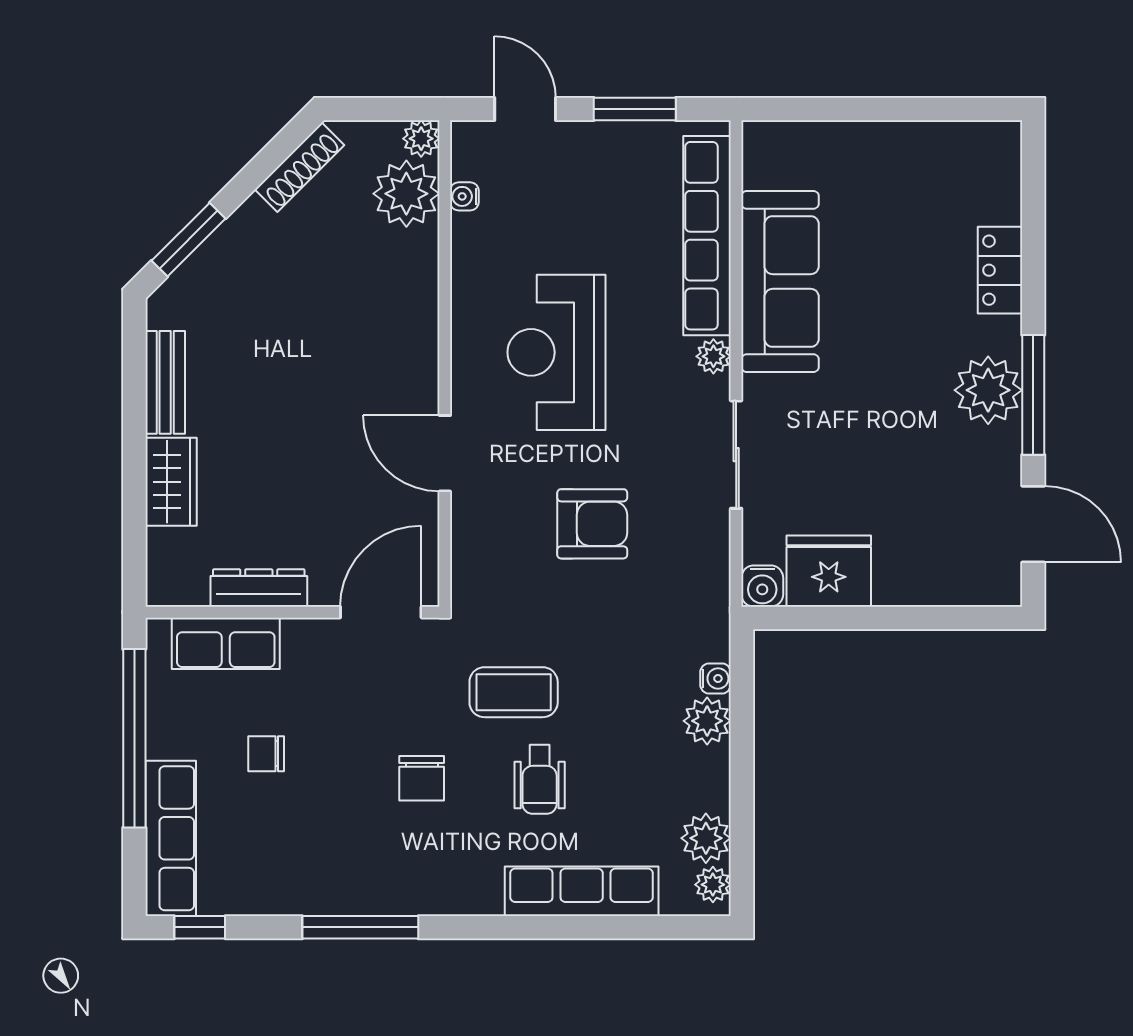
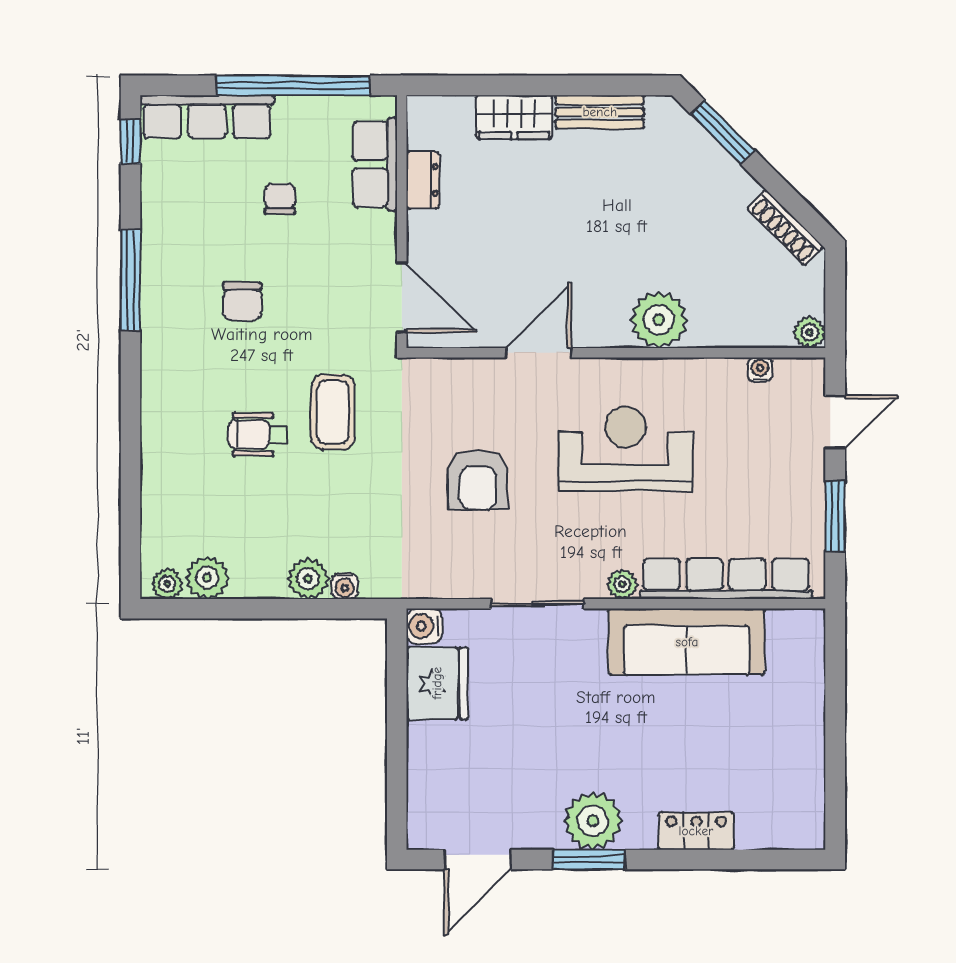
plant: (406, 194) -> (659, 320), moved
window: (1033, 395) -> (589, 860), width x0.69
dresser: (259, 588) -> (423, 180), width x0.70
chair: (422, 778) -> (242, 301), moved, turned -90
row of seats: (582, 891) -> (161, 471), removed

